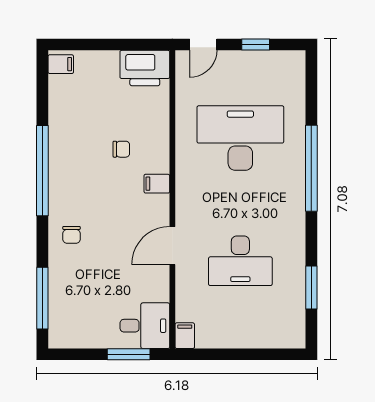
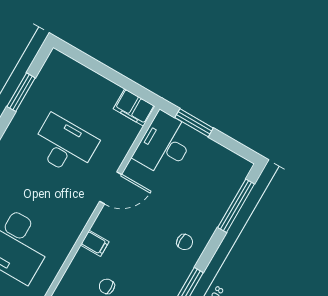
chair: (72, 235) -> (185, 242), turned 90
desk: (145, 326) -> (165, 144), width x1.37
filing cabinet: (185, 336) -> (134, 108), width x2.00

